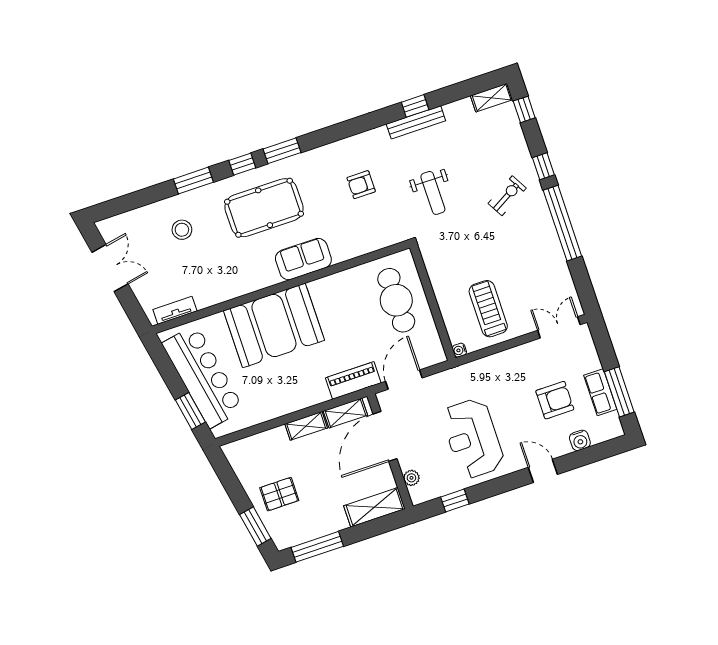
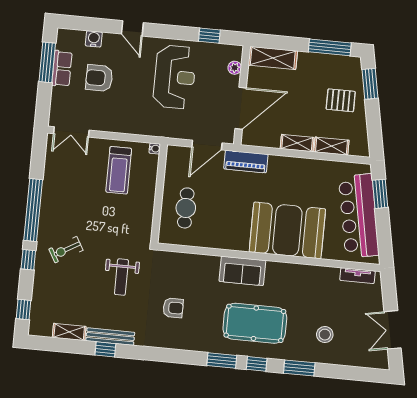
shelving: (492, 98) -> (69, 332), moved
weight bench: (433, 193) -> (121, 277), turned 180
cafe table: (396, 300) -> (186, 208), width x0.73, depth x0.74
shelving: (345, 413) -> (331, 146), moved

